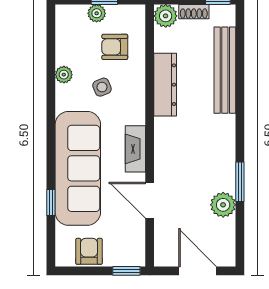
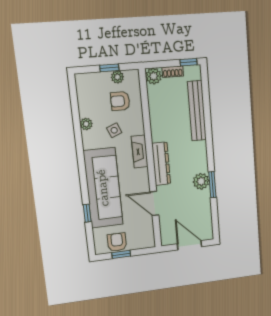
plant: (97, 13) -> (117, 77), moved
dresser: (165, 85) -> (161, 164), moved
fireplace: (135, 149) -> (140, 152), moved
plant: (223, 205) -> (201, 181), moved
window: (126, 271) -> (121, 254), moved

